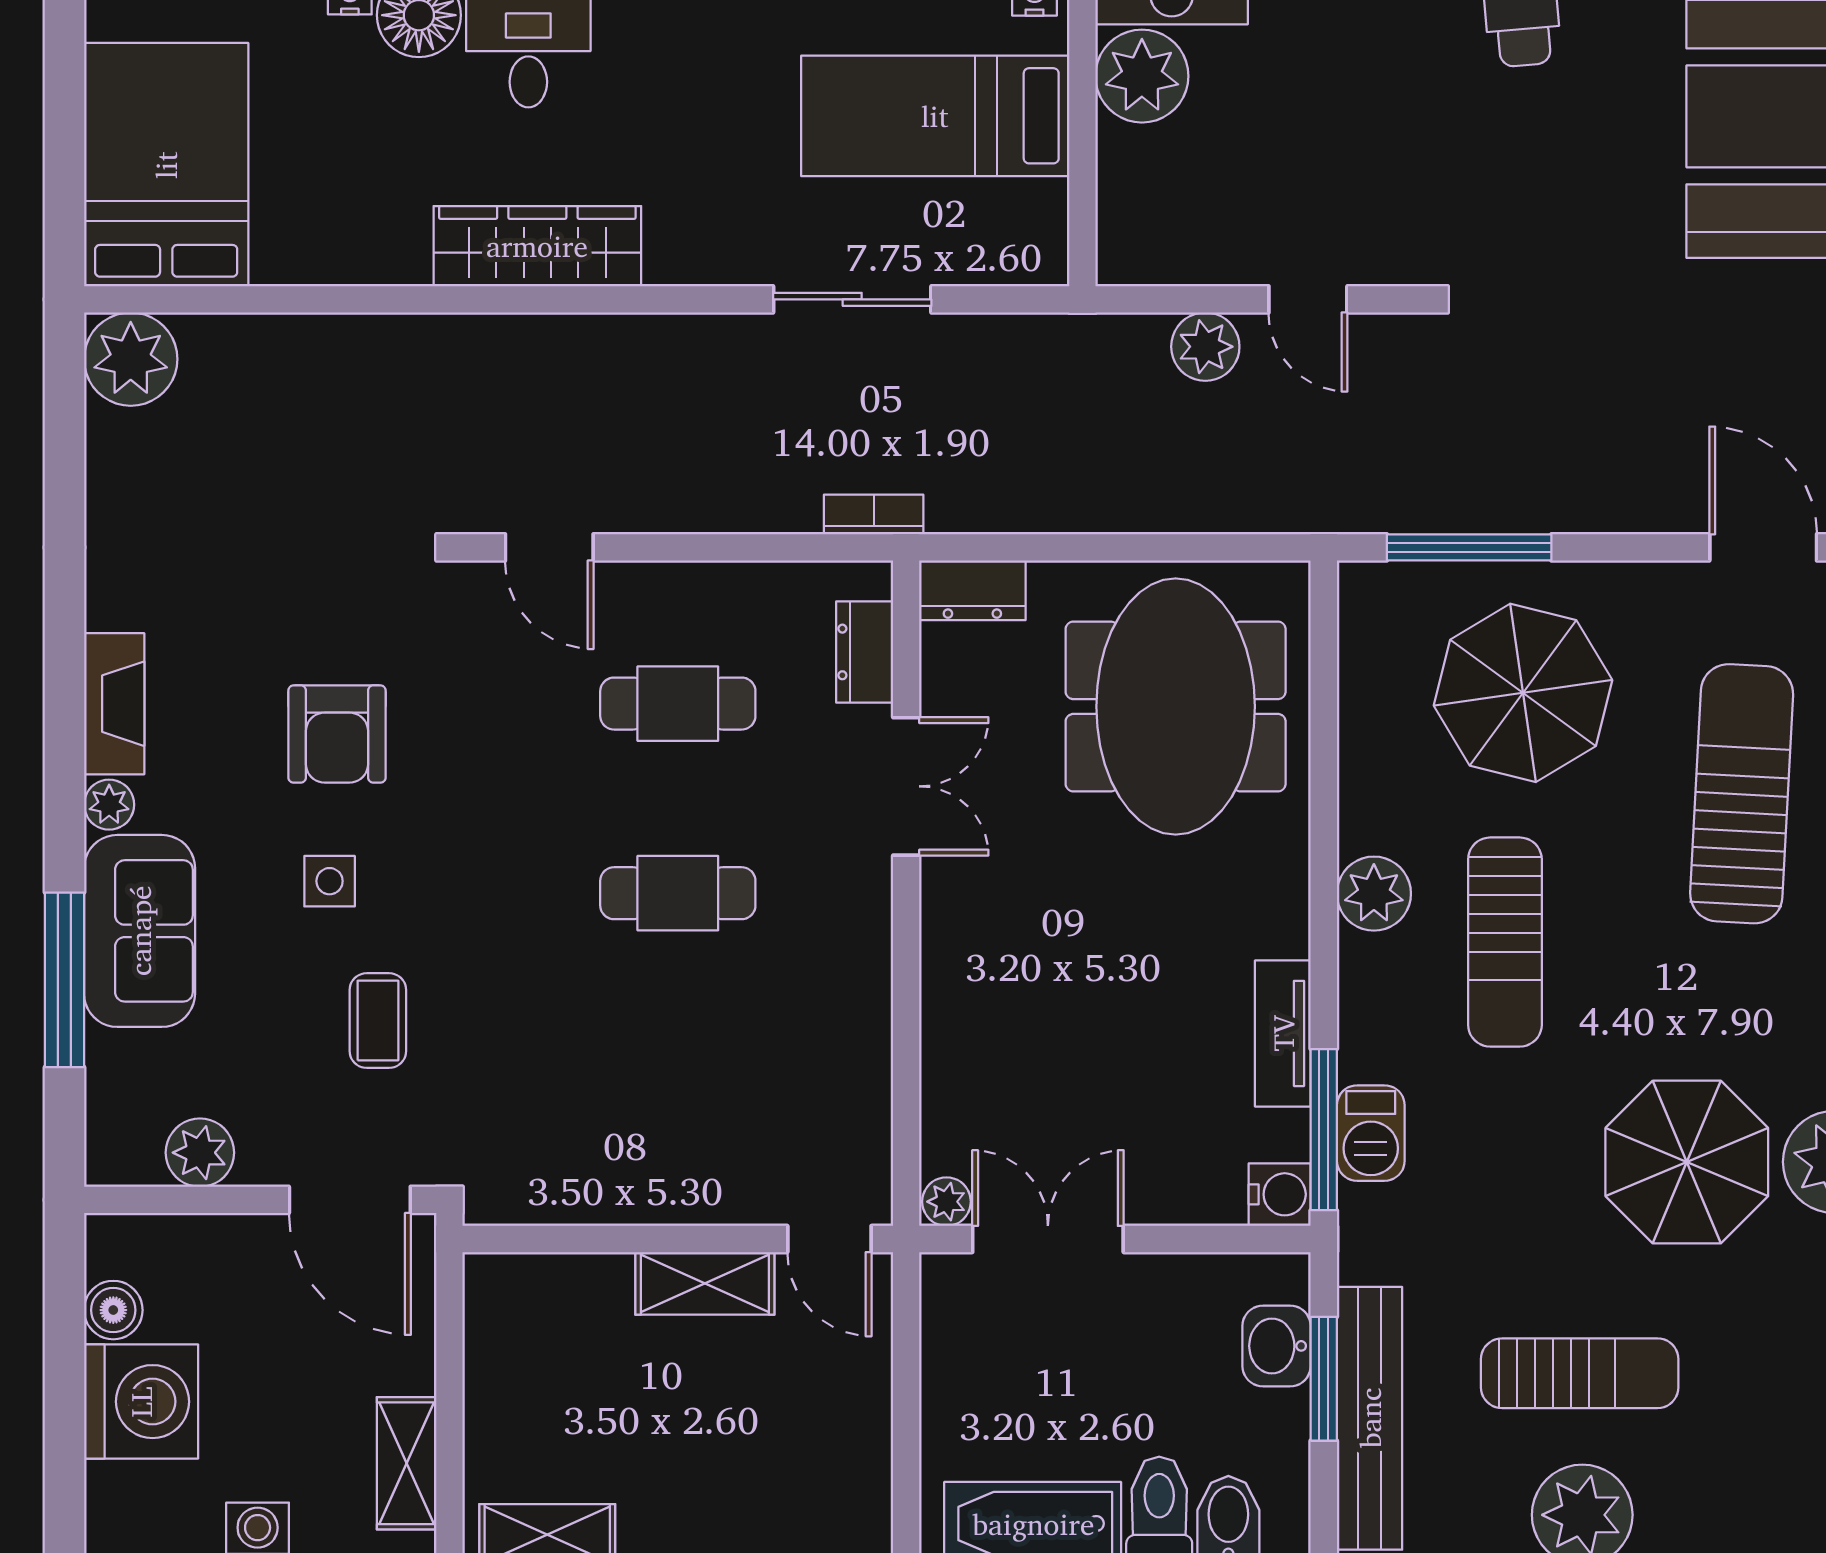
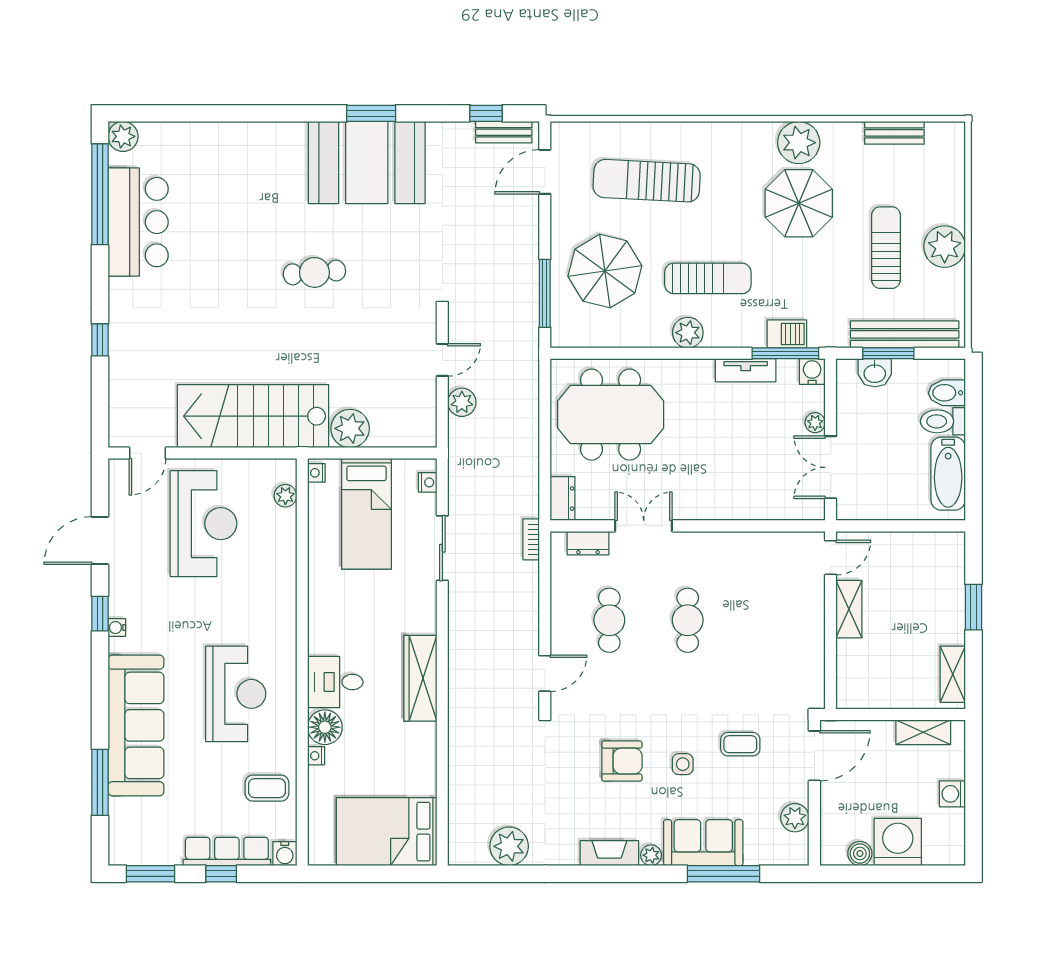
nightstand: (1011, 264) -> (428, 482), added
plant: (131, 359) -> (509, 846), moved
plant: (946, 1202) -> (815, 423), moved

